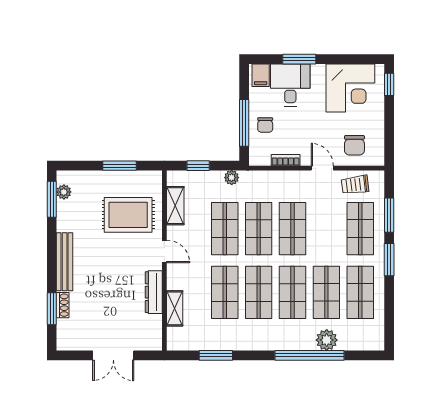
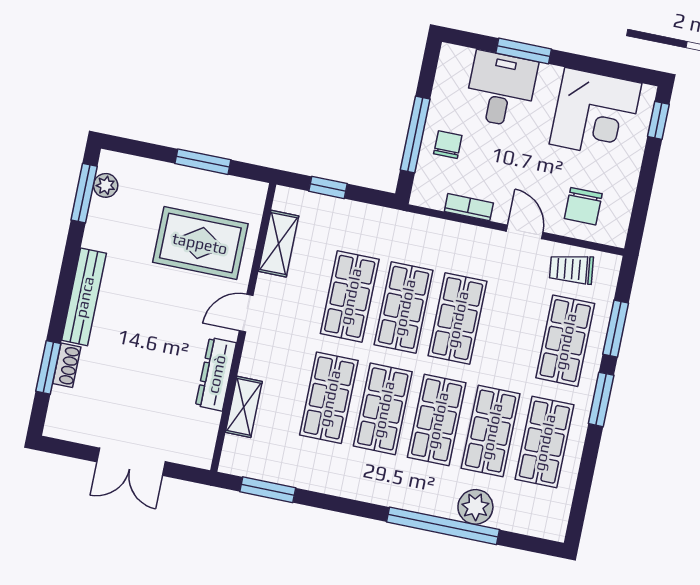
filing cabinet: (261, 75) -> (457, 64), removed
chair: (265, 125) -> (448, 145), turned 180
plant: (232, 178) -> (377, 217), removed
door: (164, 252) -> (246, 313), swing flipped
window: (216, 355) -> (268, 490), moved

